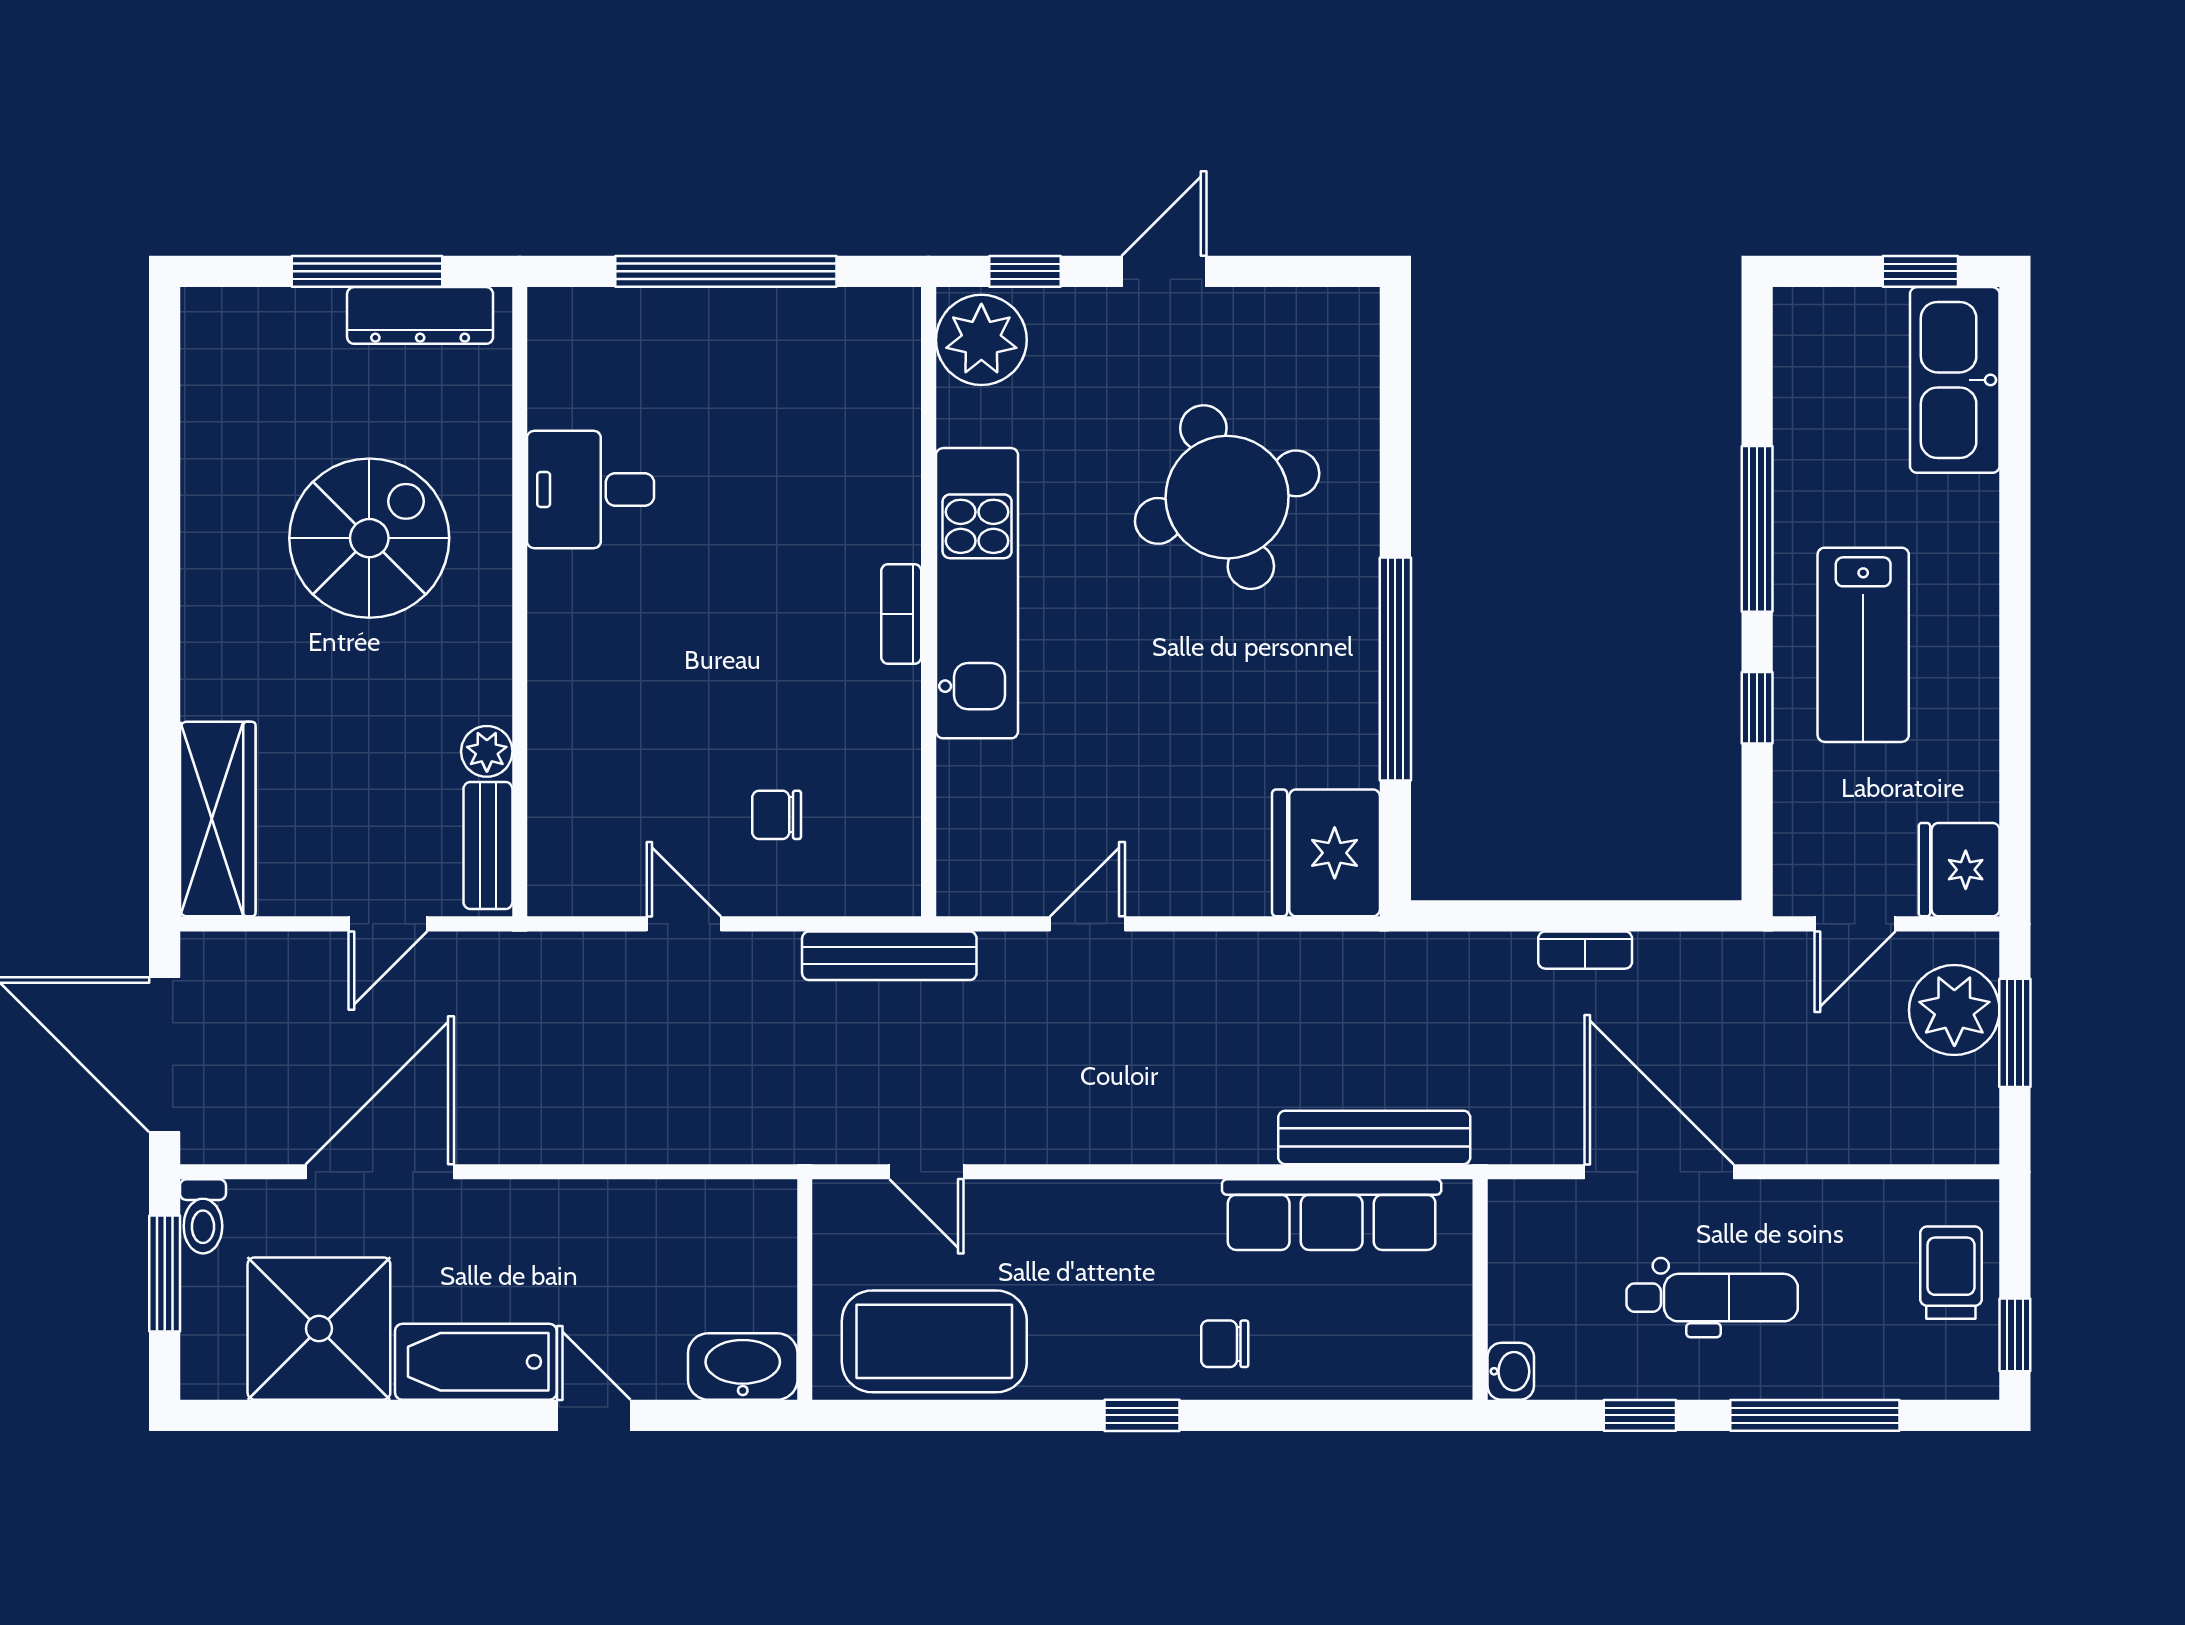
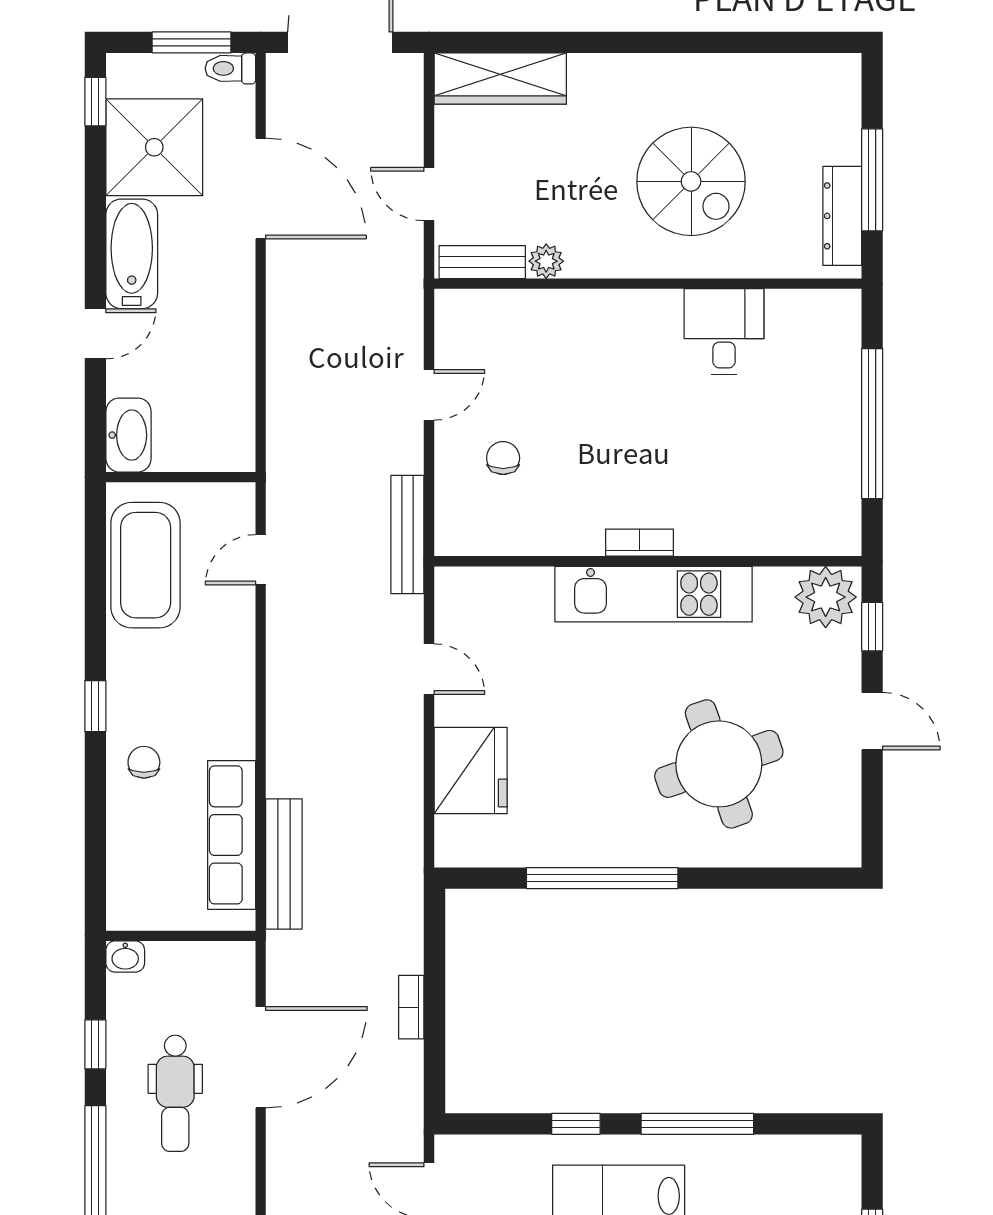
fridge: (1326, 853) -> (471, 770), moved, turned 90
window: (252, 1415) -> (95, 102), added

